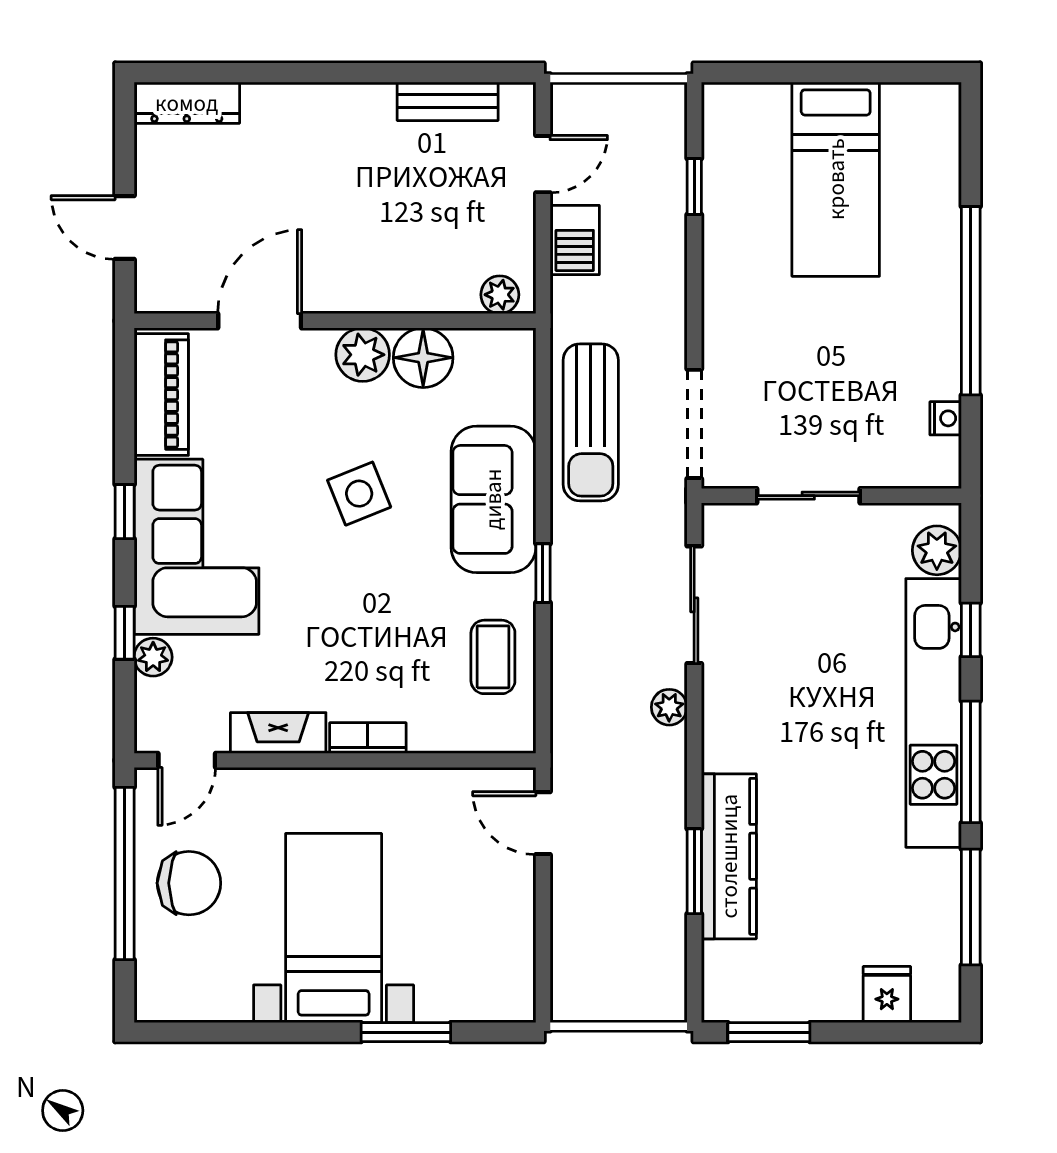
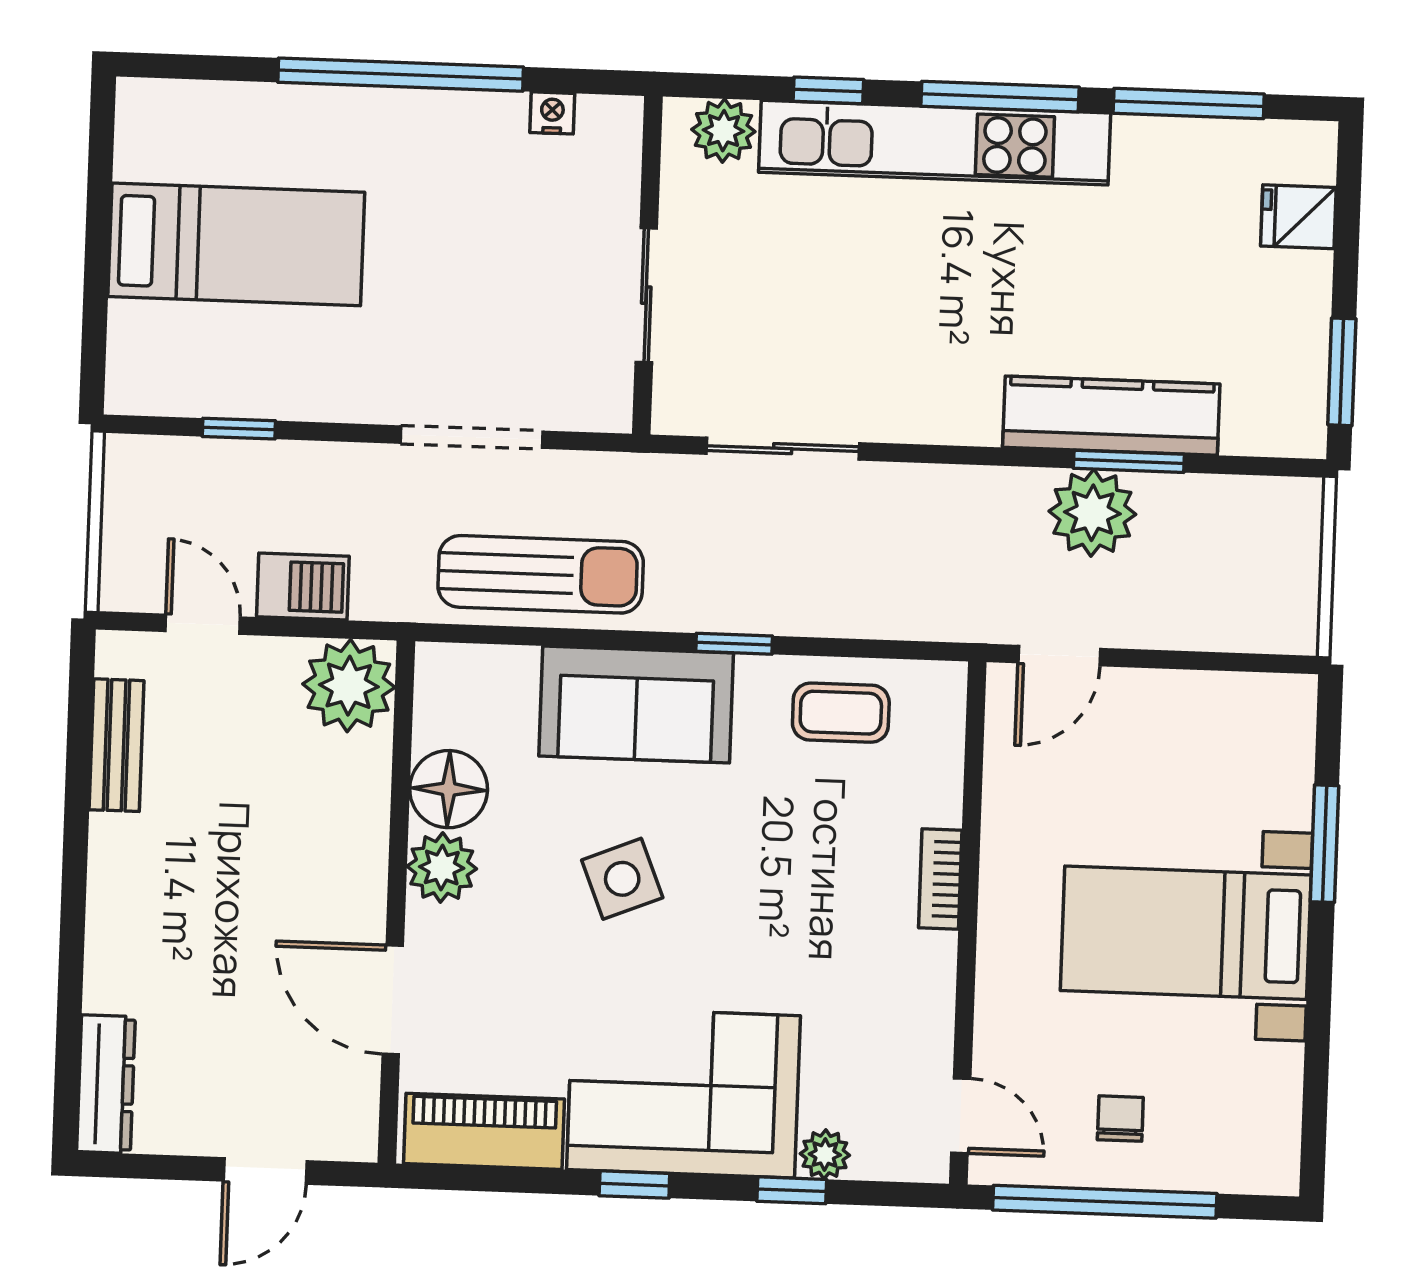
plant: (500, 295) -> (349, 686), width x1.88, depth x1.88
doorway: (694, 424) -> (472, 437), moved
plant: (669, 707) -> (1092, 513), moved, width x1.88, depth x1.88
fireplace: (278, 733) -> (929, 995), removed
chair: (189, 883) -> (1120, 1119), width x0.54, depth x0.54

